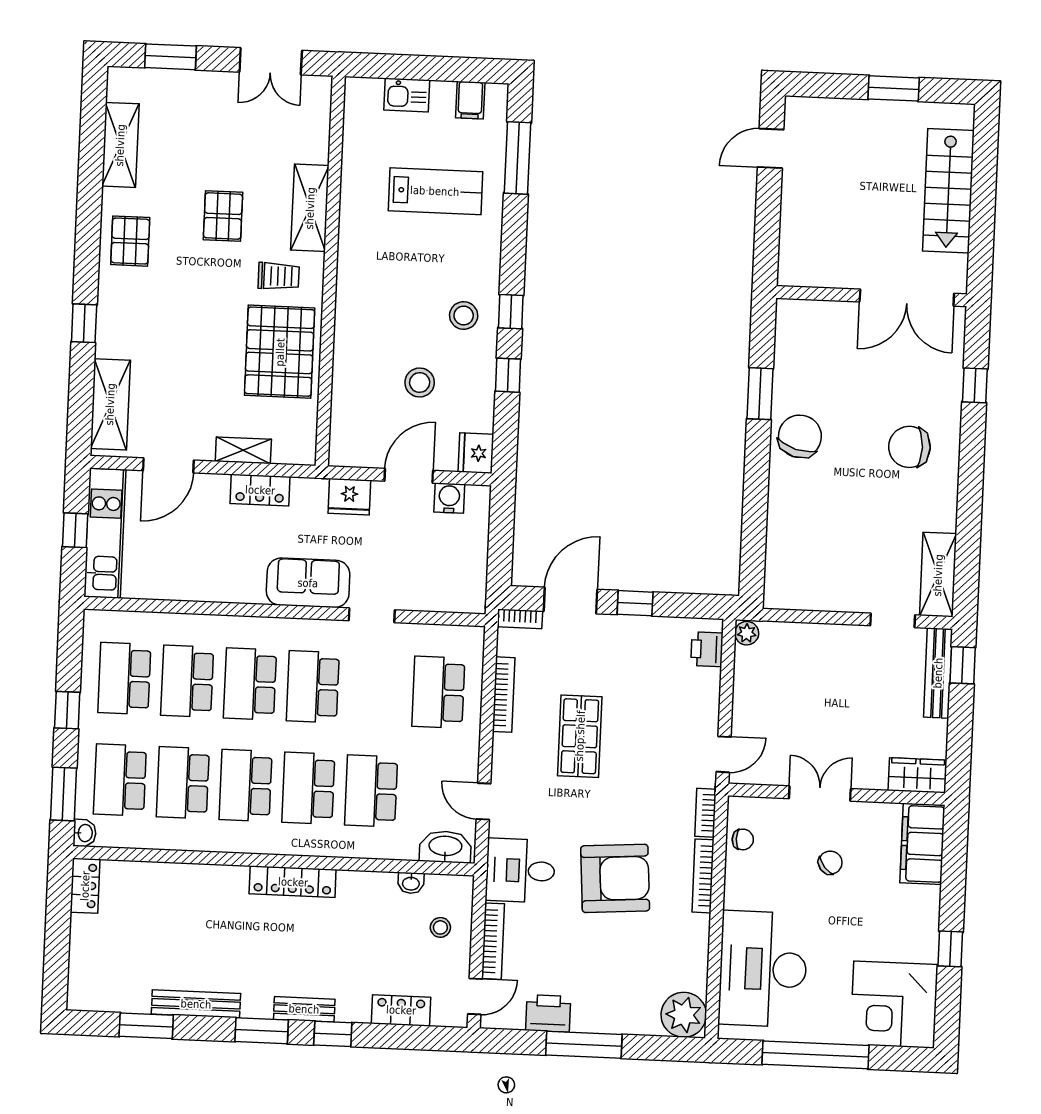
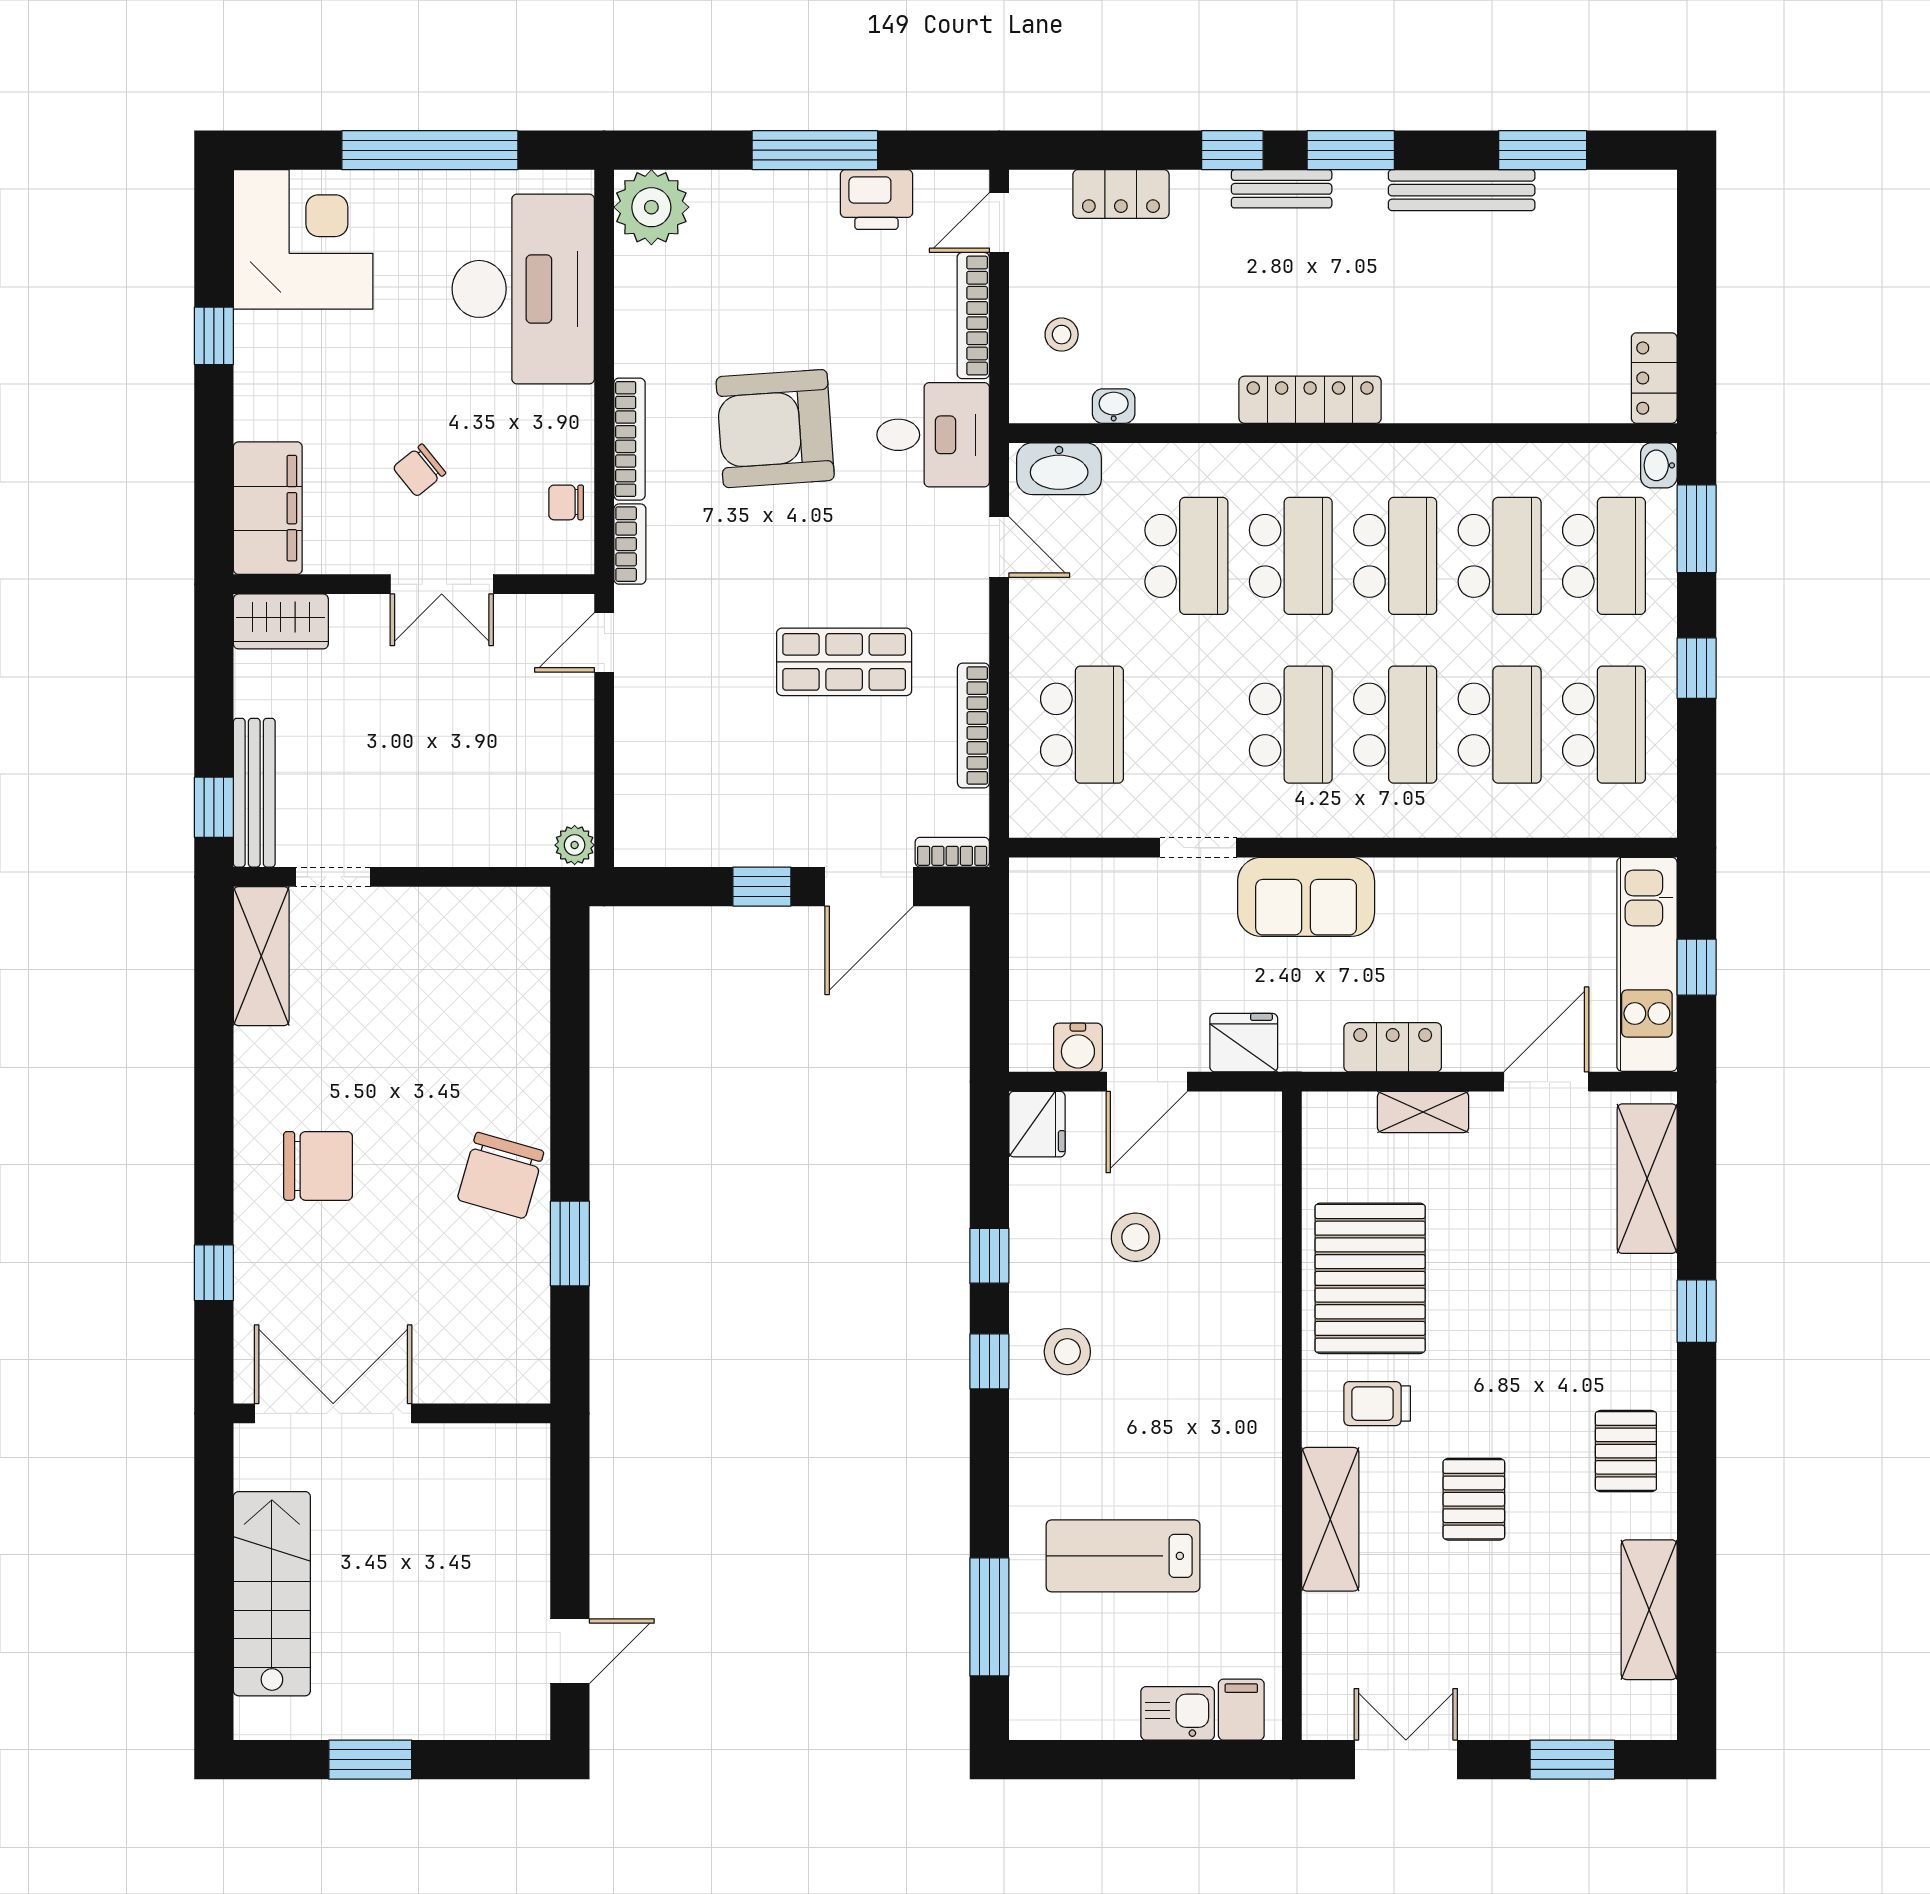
filing cabinet: (470, 100) -> (1241, 1710), moved
printer: (707, 649) -> (639, 816), removed
shop shelf: (580, 736) -> (844, 662), turned 90

